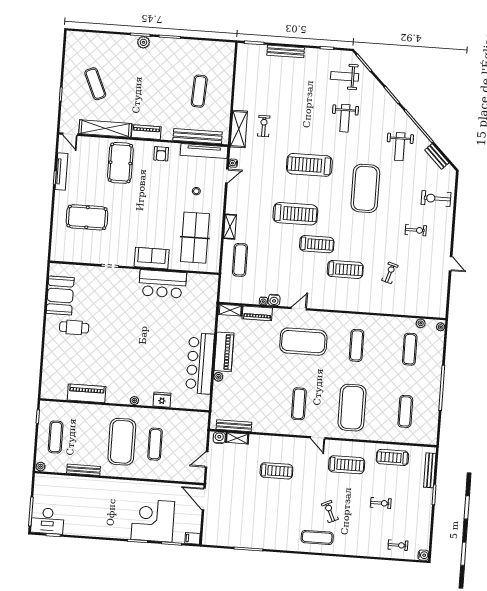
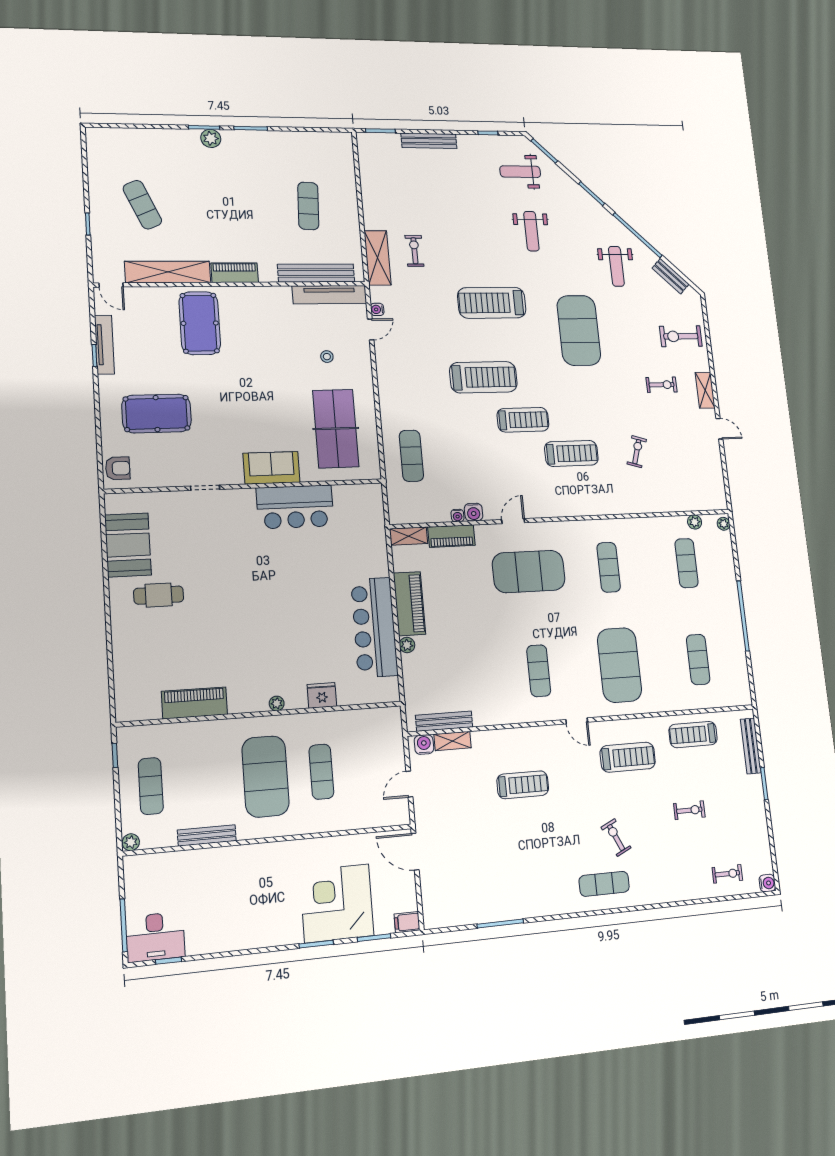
armchair: (161, 154) -> (118, 468), moved, turned -90
shelving: (230, 227) -> (705, 390), moved

